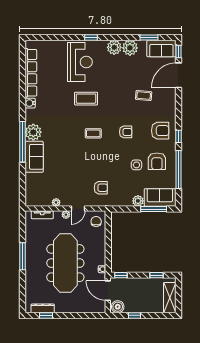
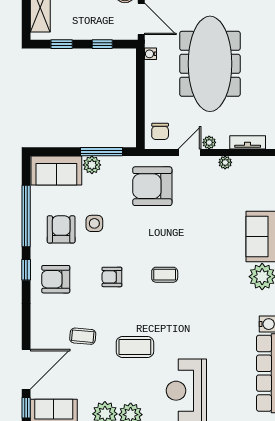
coffee table: (86, 99) -> (135, 347), moved
armchair: (101, 188) -> (152, 186), width x1.88, depth x1.88
window: (154, 209) -> (102, 152), moved
window: (121, 275) -> (102, 44), moved

